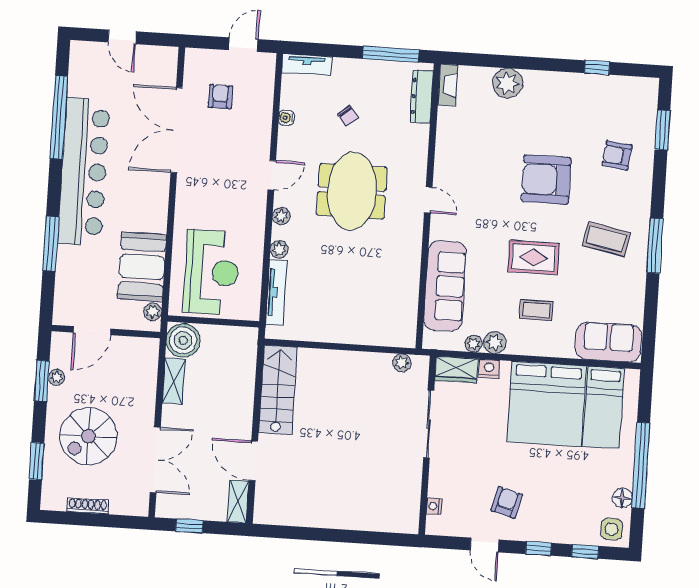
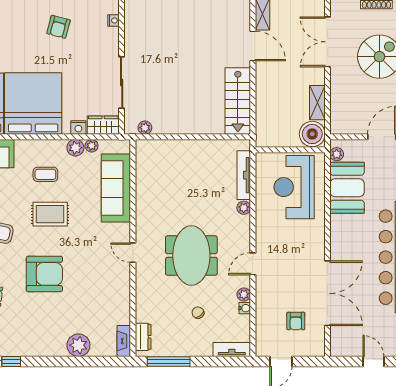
dresser: (422, 97) -> (143, 337), width x0.70
plant: (281, 216) -> (244, 294), moved

